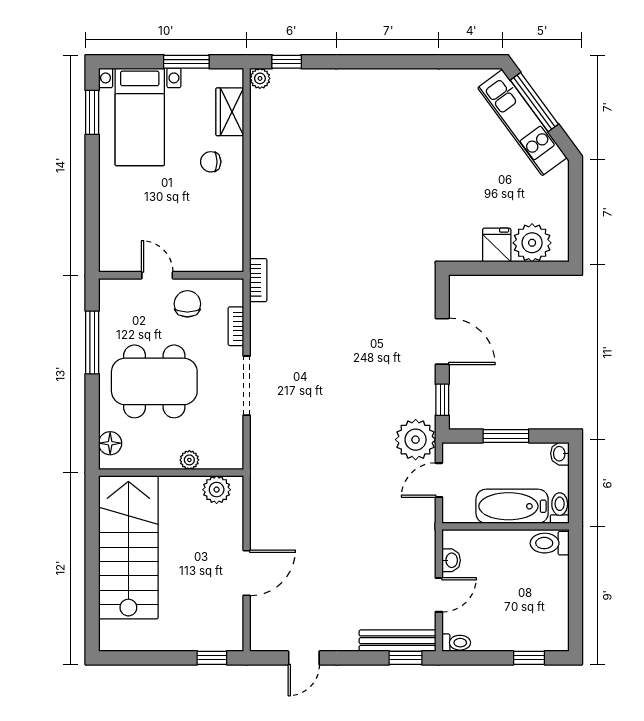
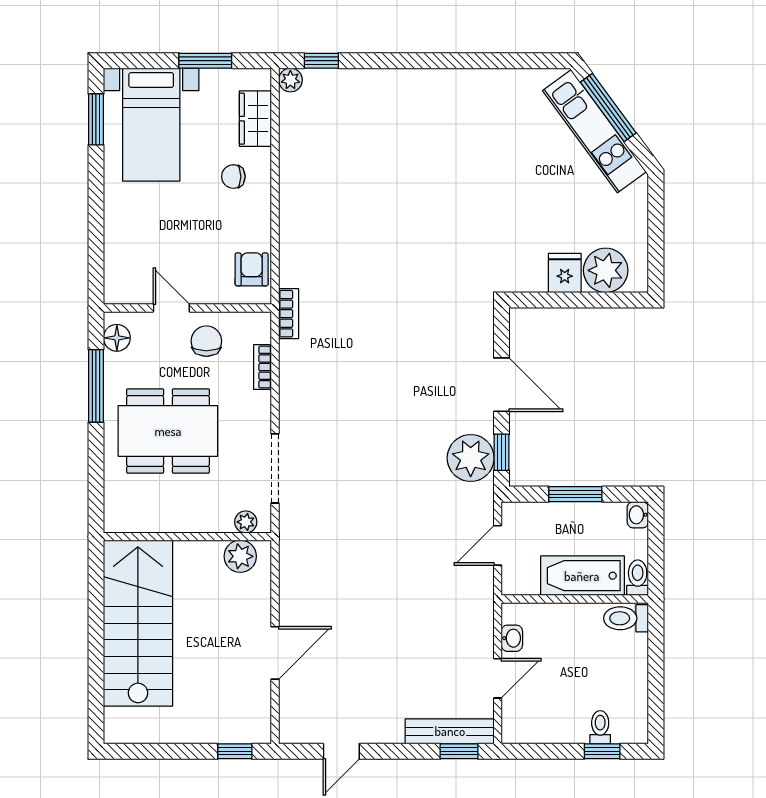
armchair: (226, 242) -> (252, 269), added
doorway: (247, 386) -> (275, 468), moved
plant: (416, 440) -> (471, 458), moved
floor lamp: (110, 443) -> (117, 338), moved
plant: (189, 460) -> (246, 522), moved
toilet: (456, 643) -> (600, 727), moved, turned -90

